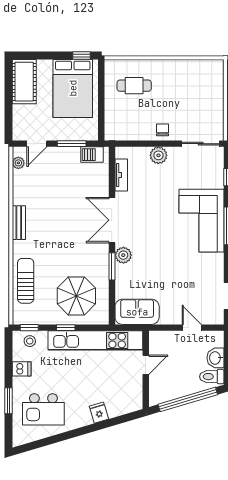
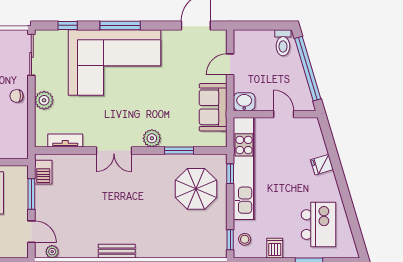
double door: (112, 220) -> (114, 151), width x0.73
corner sofa: (201, 221) -> (115, 63), width x1.36, depth x1.36
window: (112, 266) -> (179, 151), moved
sun lounger: (26, 281) -> (180, 244), removed
sofa: (137, 312) -> (213, 107), moved
window: (66, 328) -> (230, 174), moved
washbasin: (215, 358) -> (244, 102), moved, turned 180
door: (146, 365) -> (284, 114), moved

